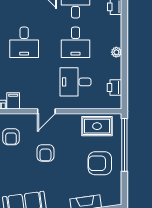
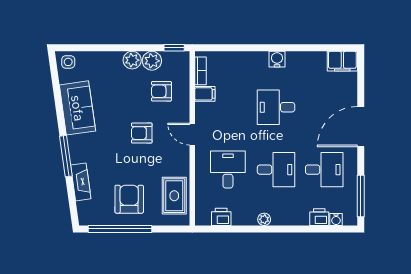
desk: (76, 42) -> (276, 170), turned 180
window: (124, 145) -> (120, 229), moved

